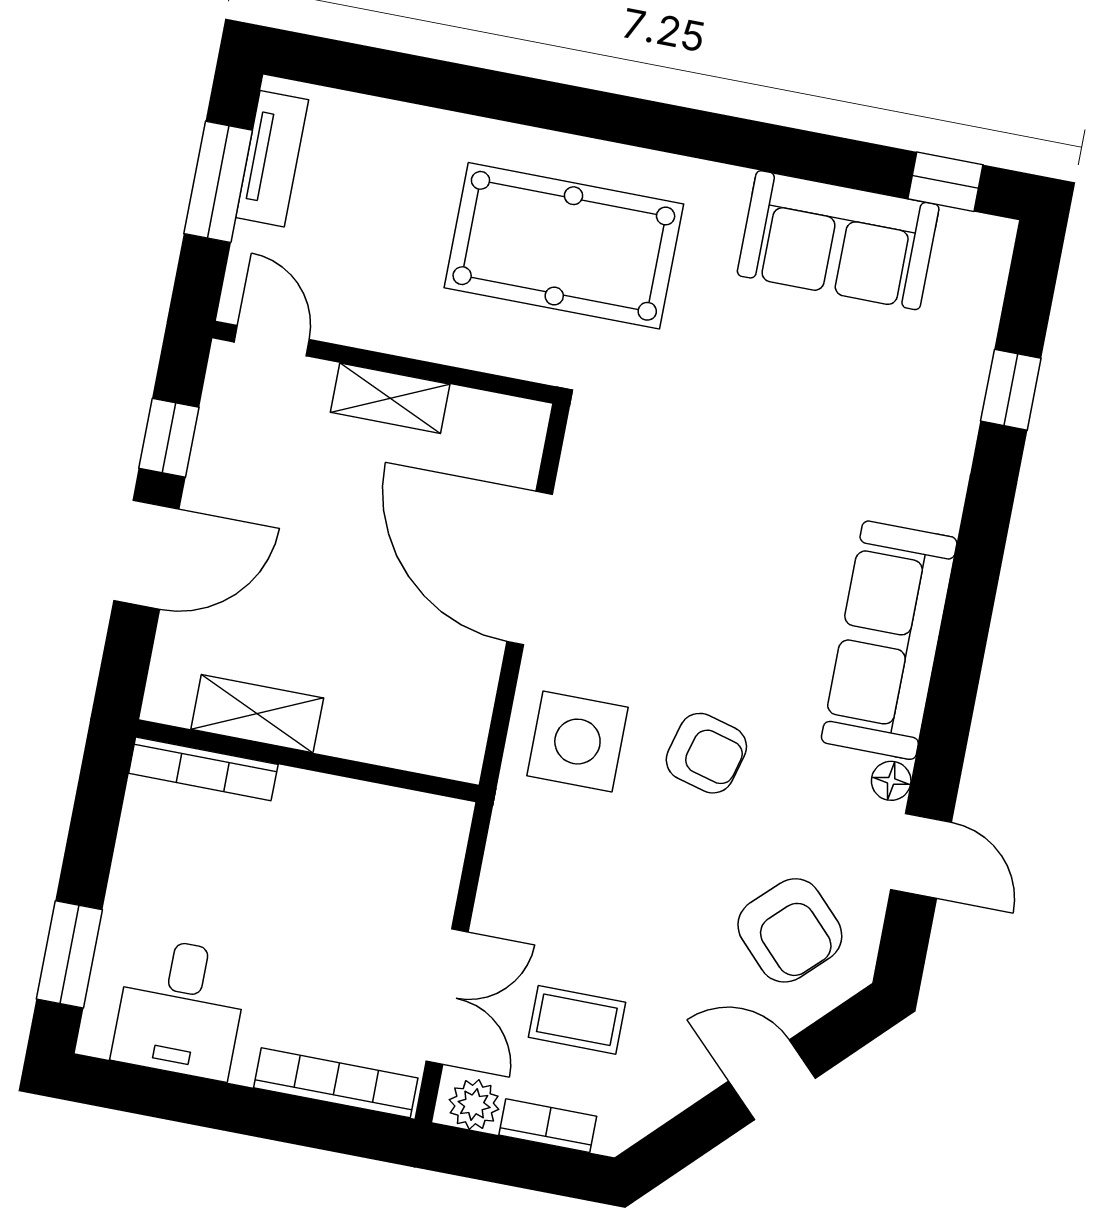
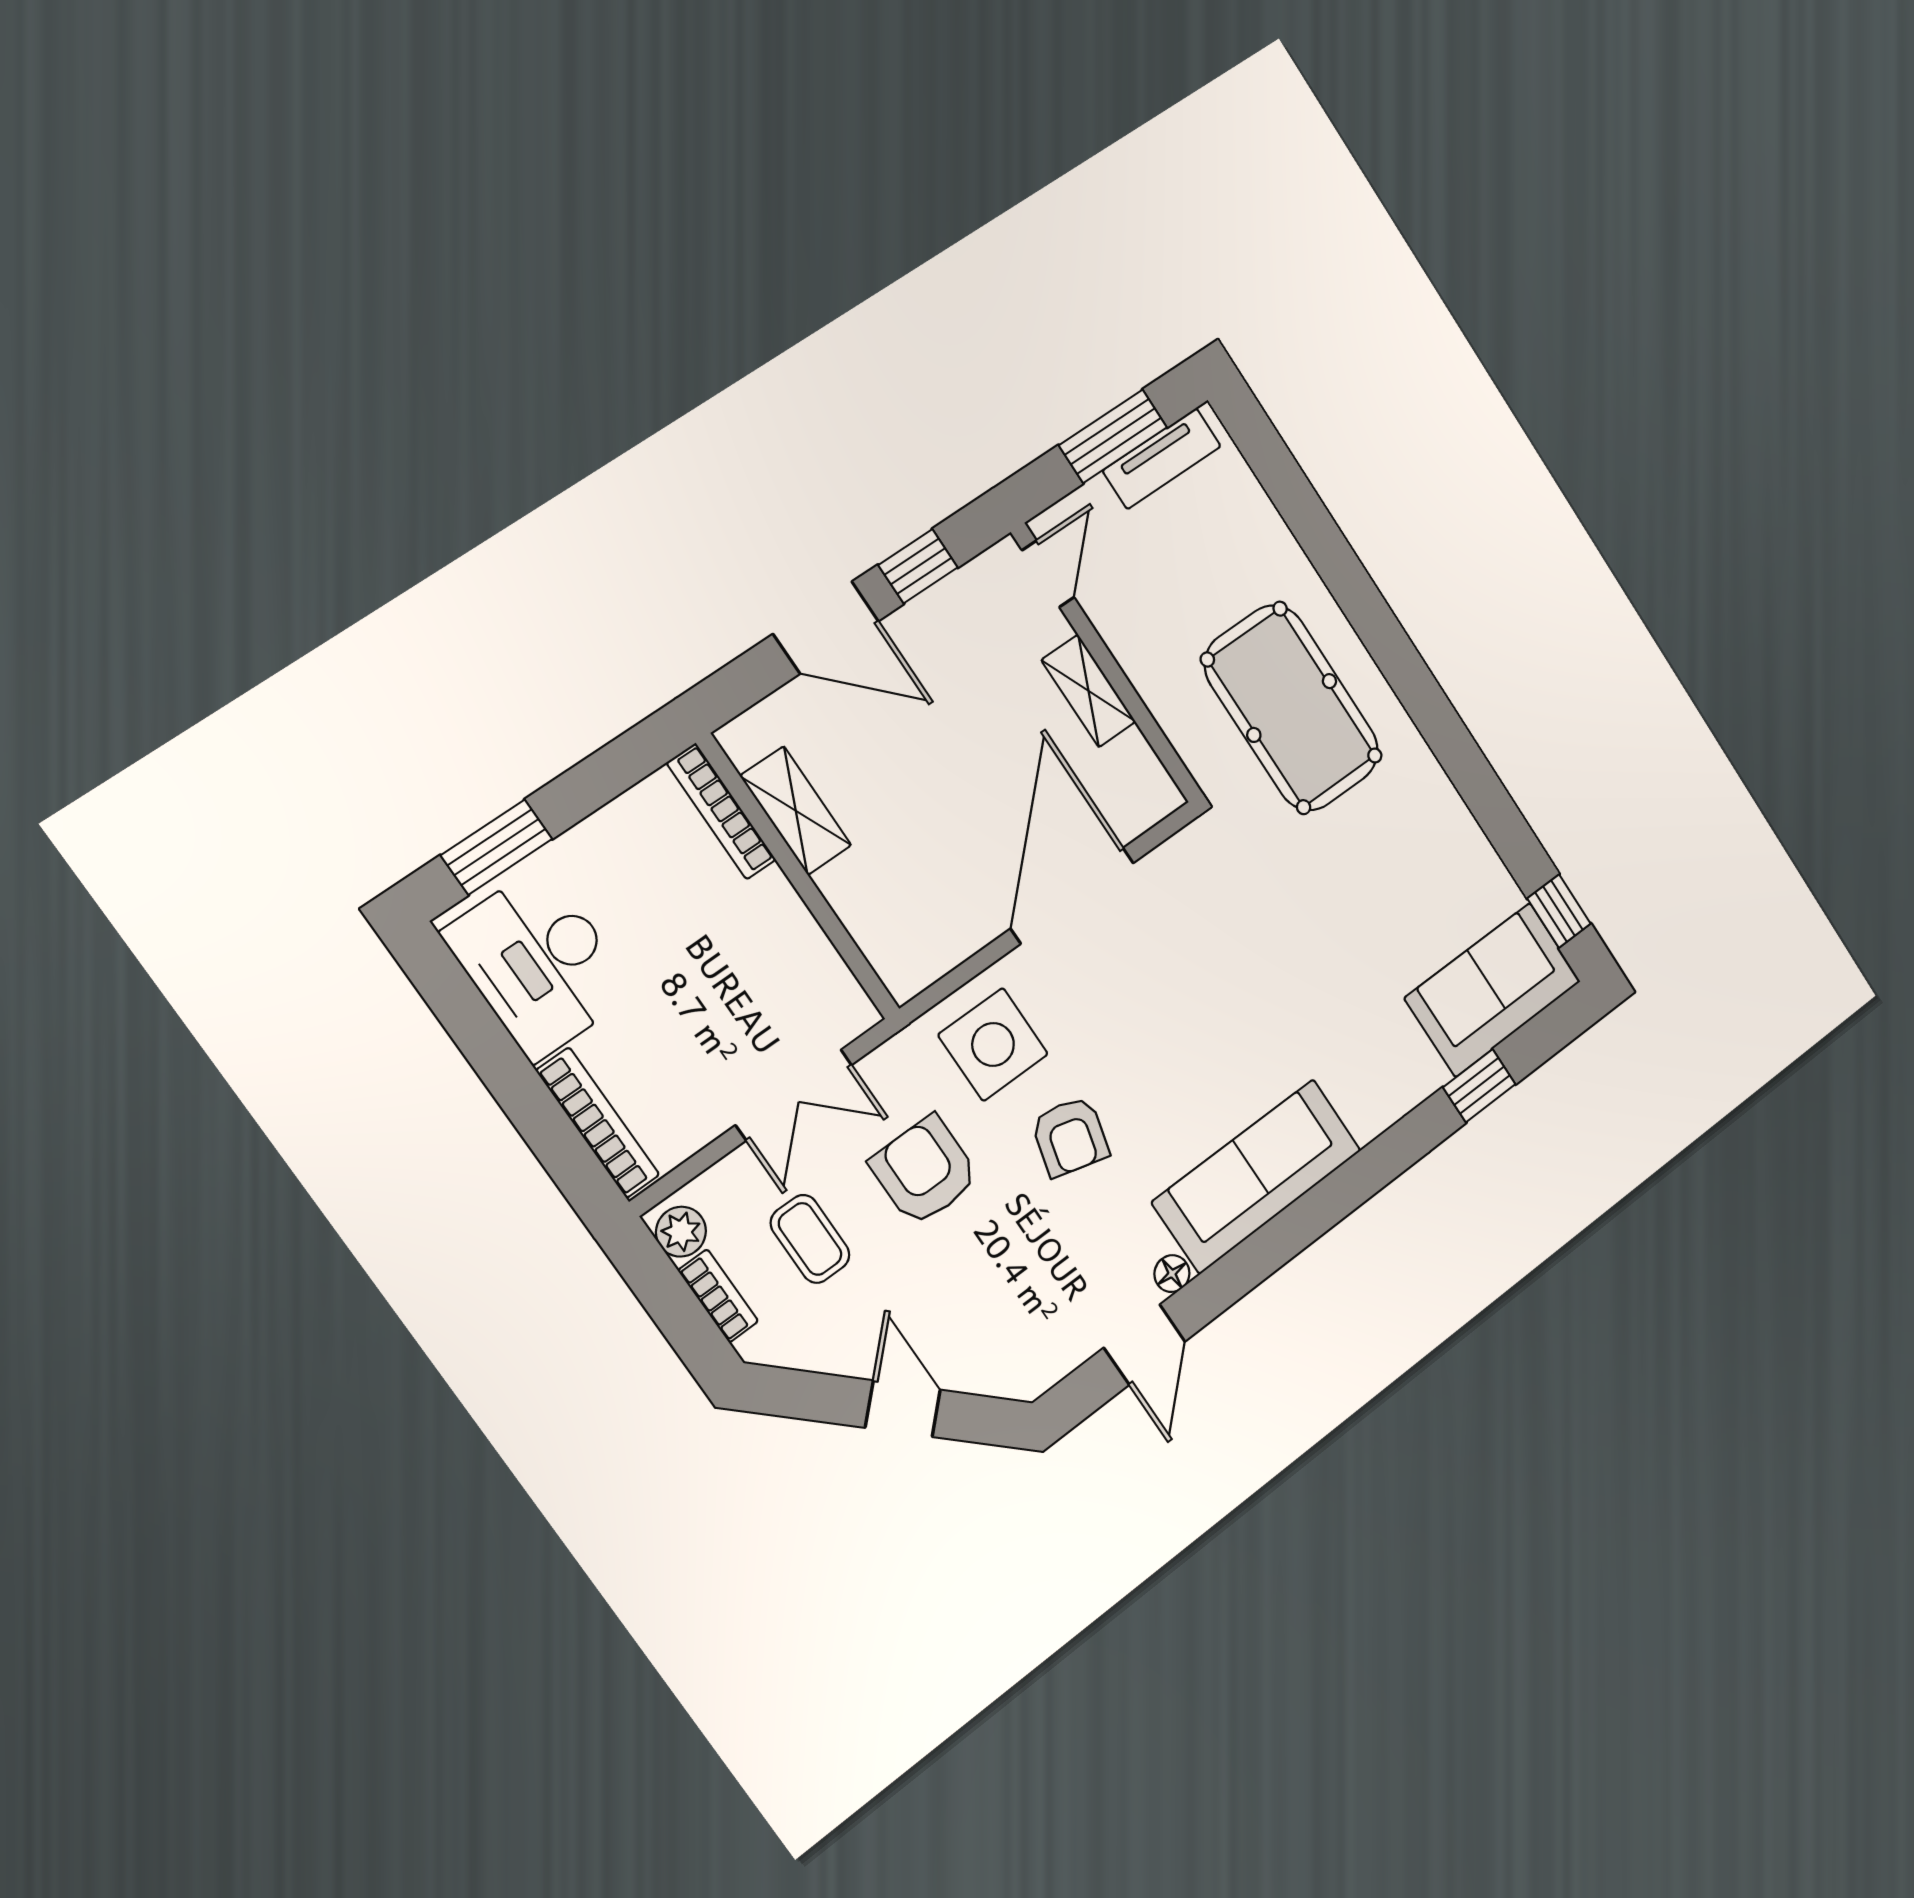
sofa: (838, 240) -> (1493, 990), moved, turned 90
armchair: (790, 930) -> (924, 1171), moved, turned 134
double door: (447, 997) -> (794, 1095), moved
desk: (181, 1008) -> (539, 963), width x1.37

